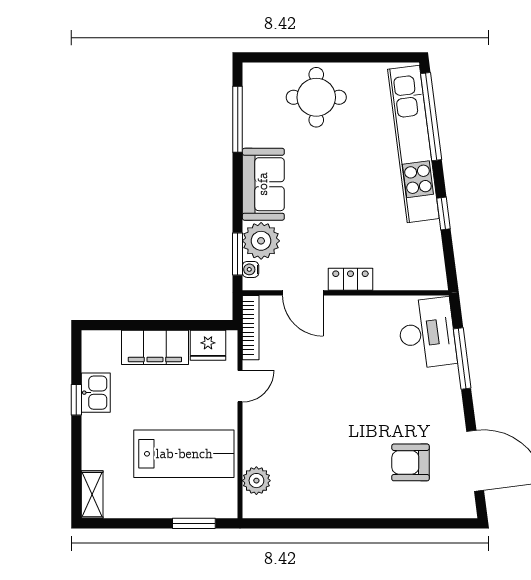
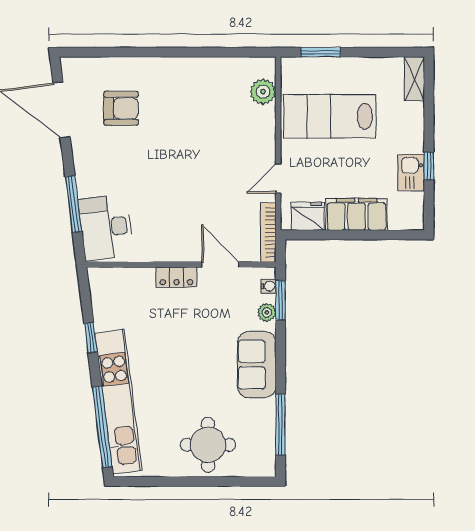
plant: (261, 241) -> (267, 312), width x0.53, depth x0.53

